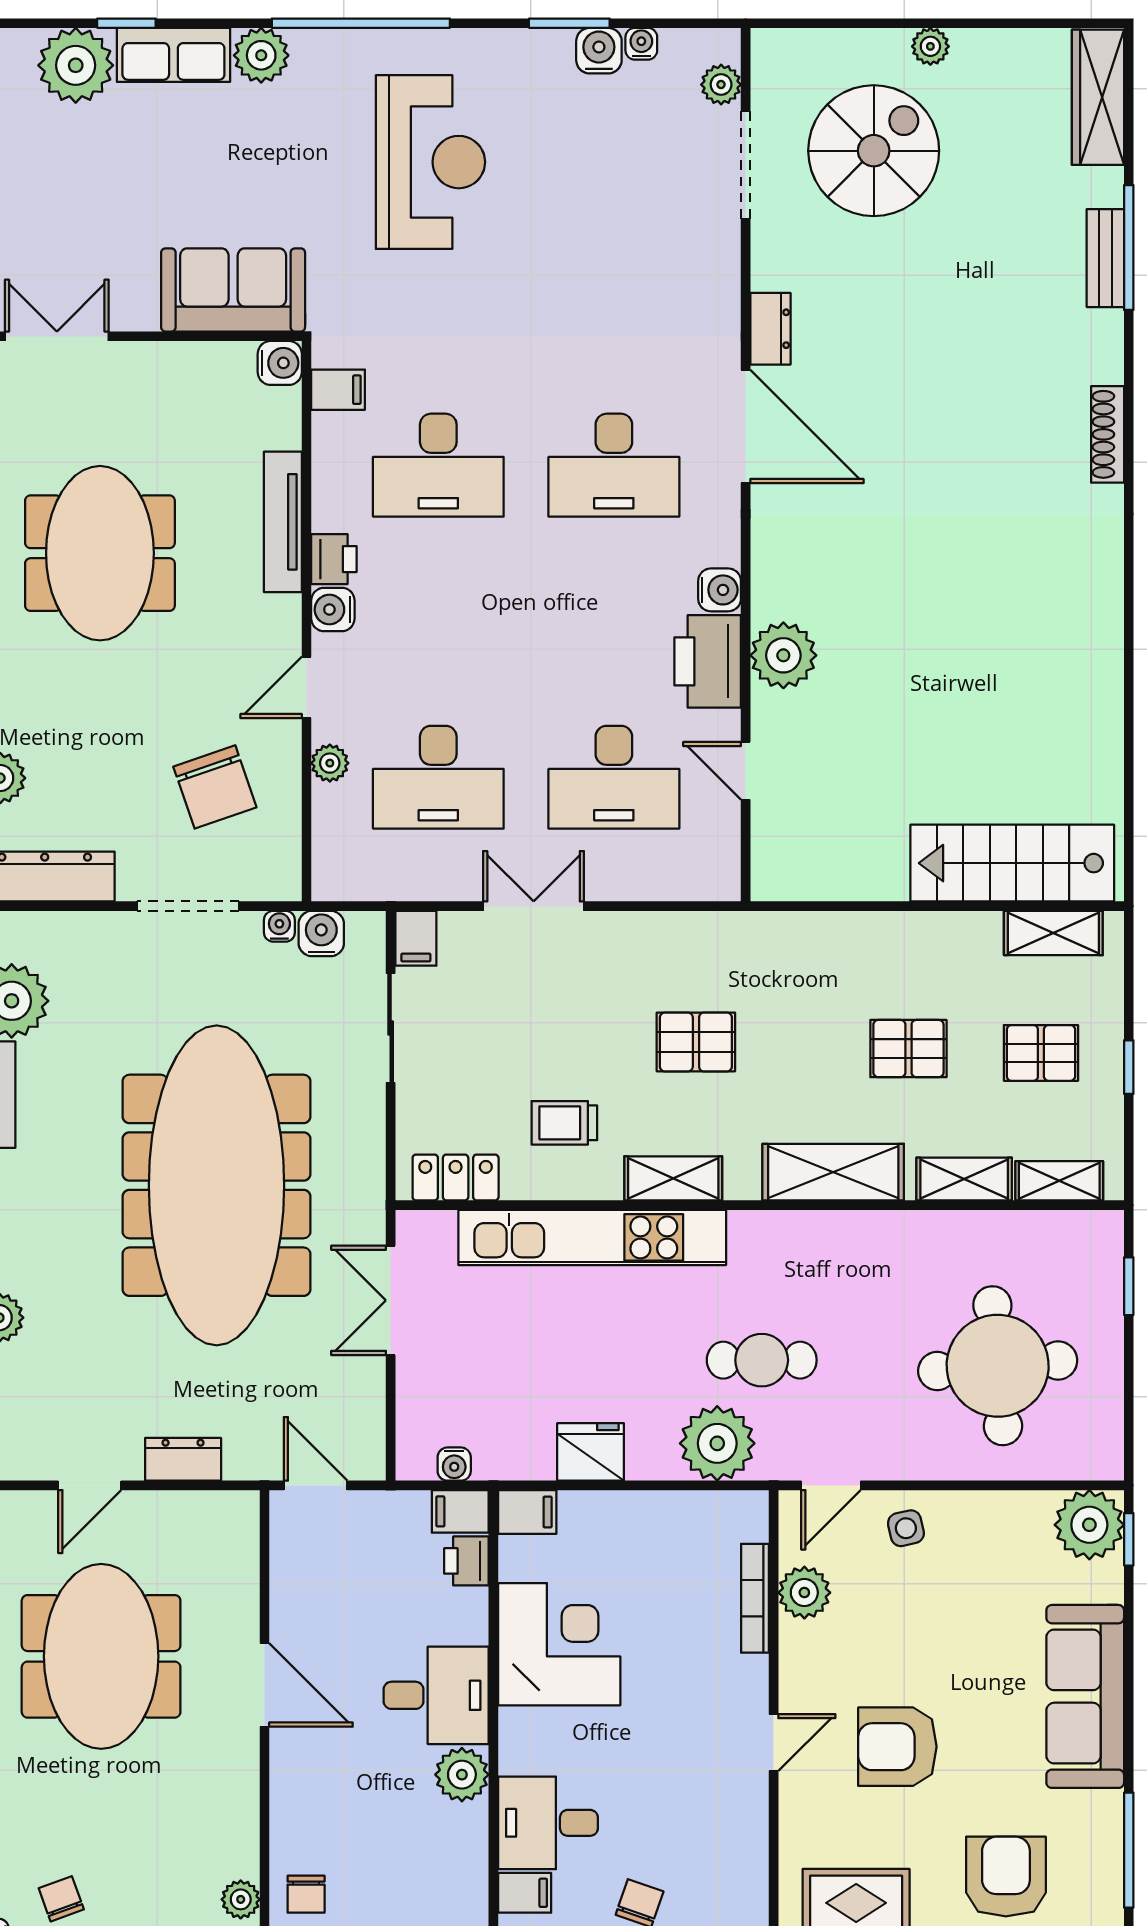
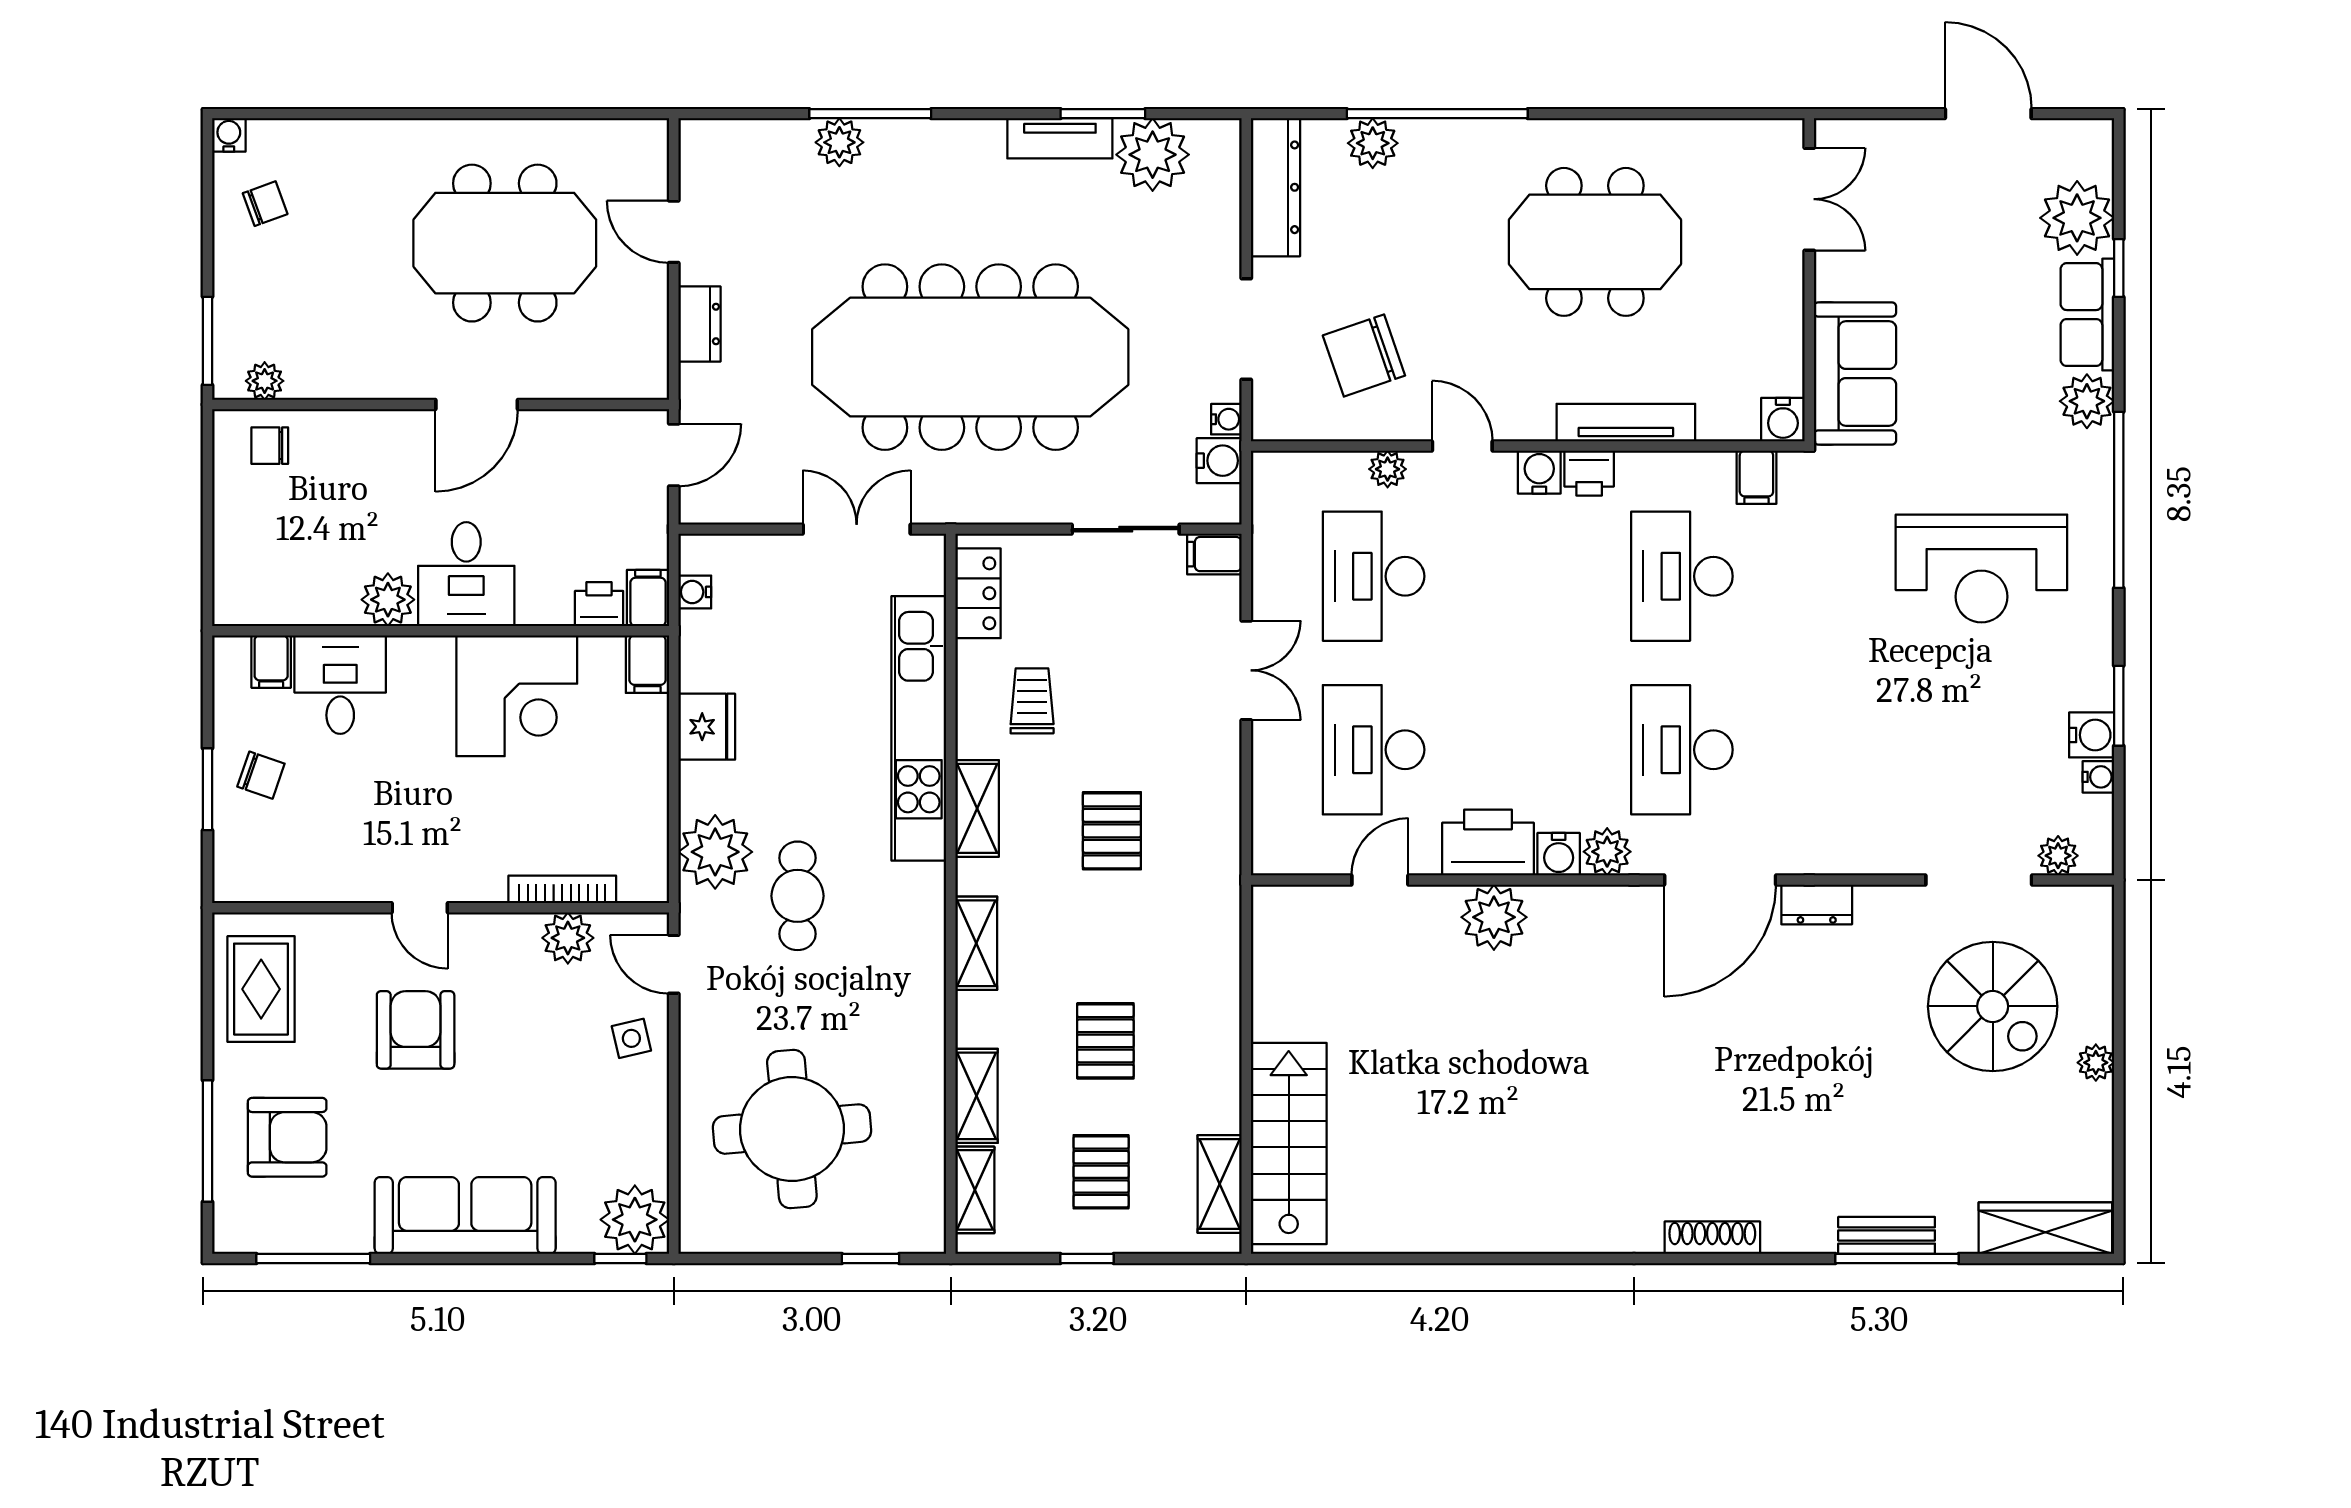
plant: (717, 541) -> (1607, 852), added
shelving: (833, 1172) -> (976, 943), width x0.67, depth x0.75

